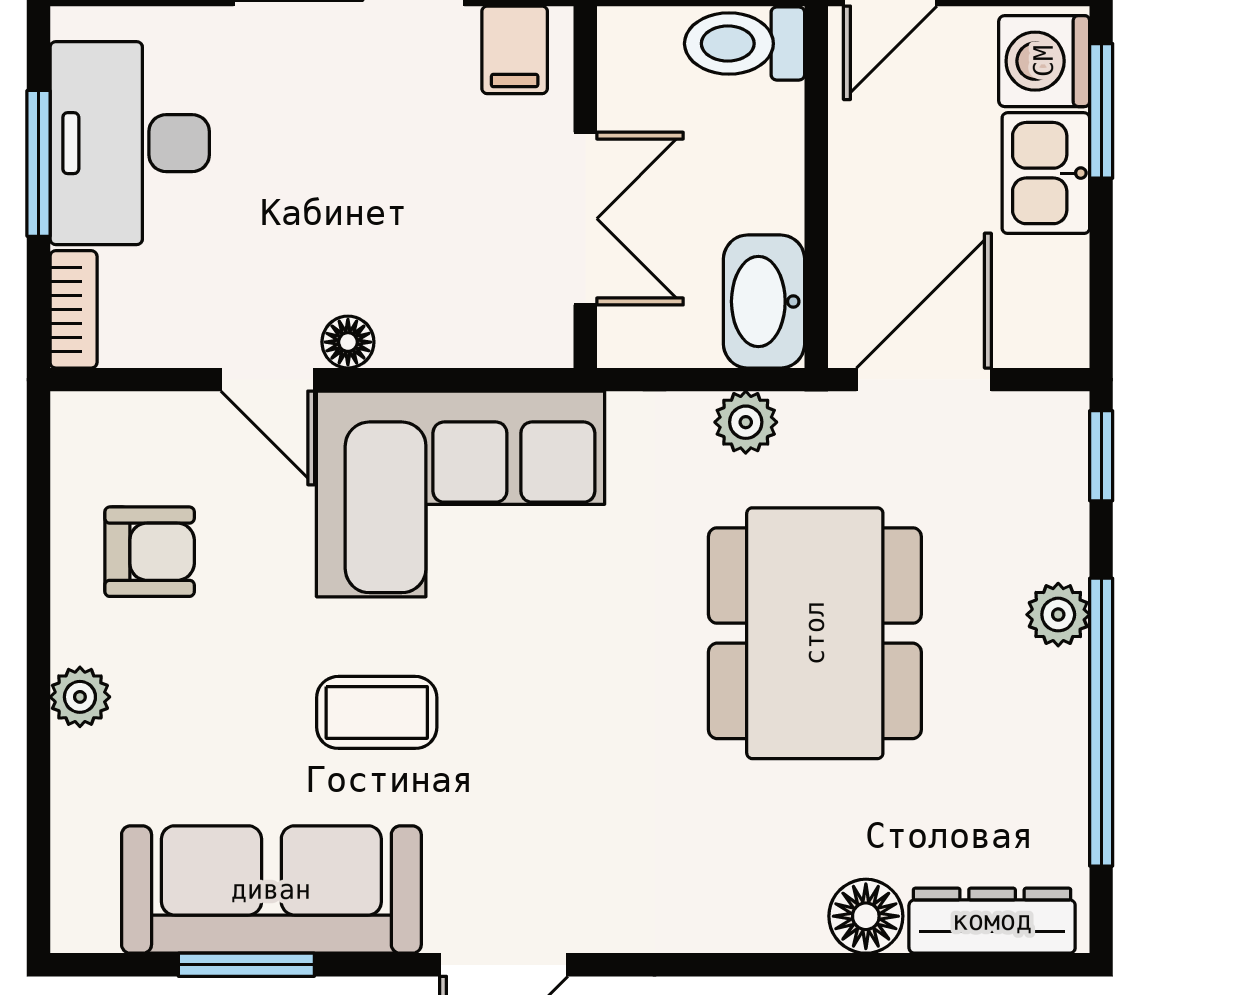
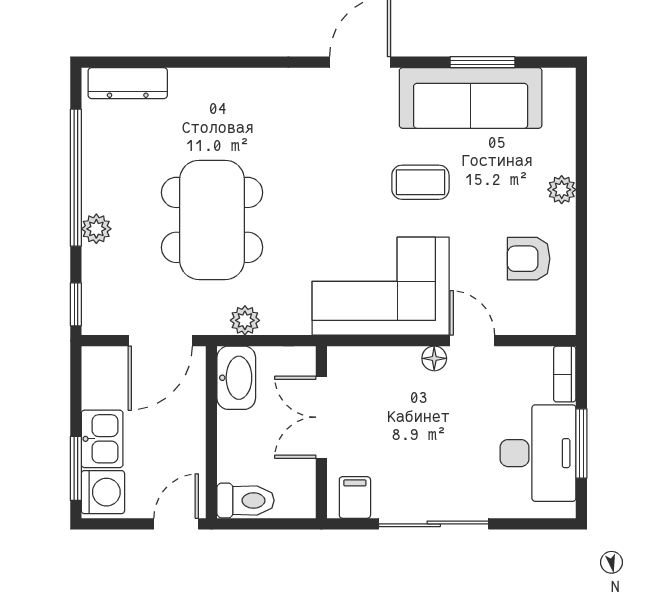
floor lamp: (866, 916) -> (188, 85), removed

